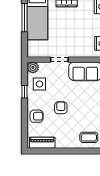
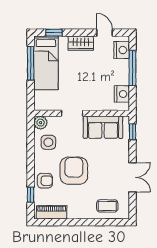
window: (25, 92) -> (31, 195), moved
armchair: (61, 108) -> (74, 171), width x1.88, depth x1.88

